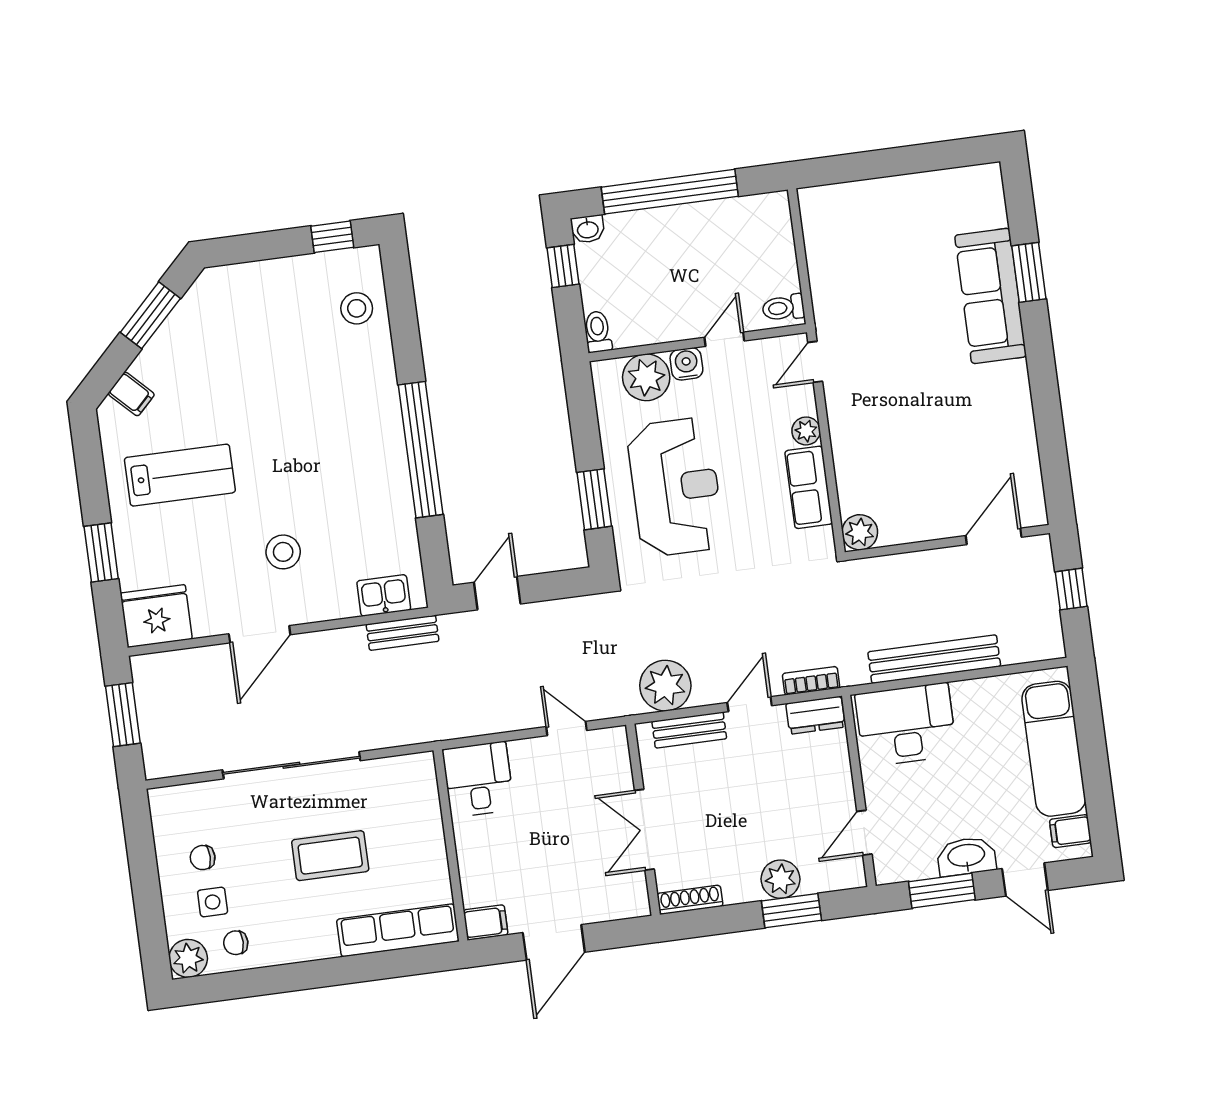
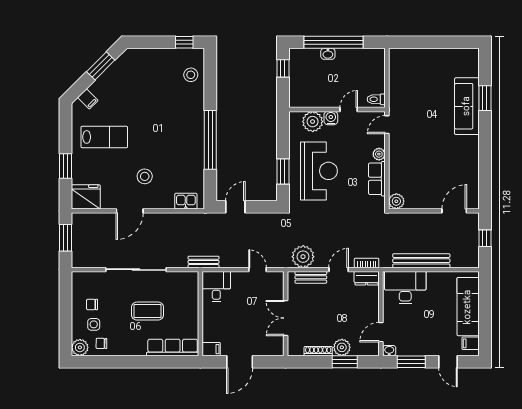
washbasin: (588, 229) -> (328, 54), moved
toilet: (598, 332) -> (294, 99), removed
bench: (403, 633) -> (204, 262), moved
washbasin: (966, 856) -> (389, 351), moved, width x0.52, depth x0.69
shoe rack: (690, 900) -> (318, 351), moved

